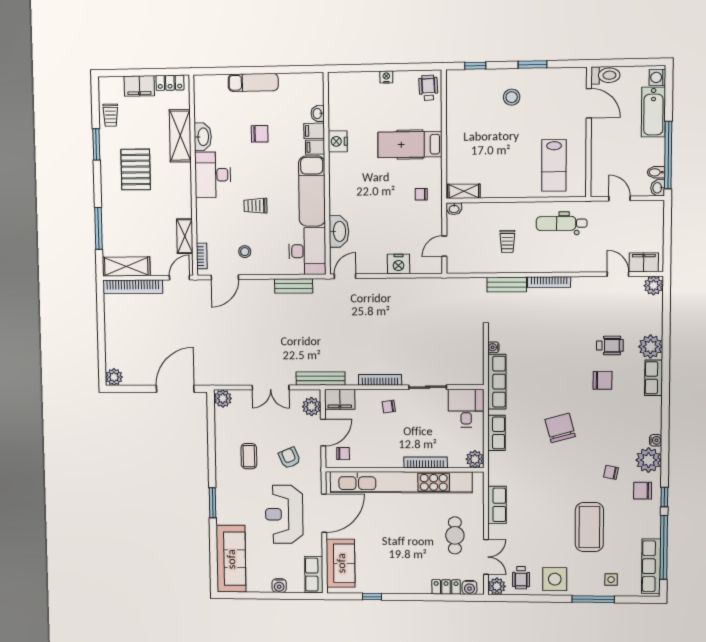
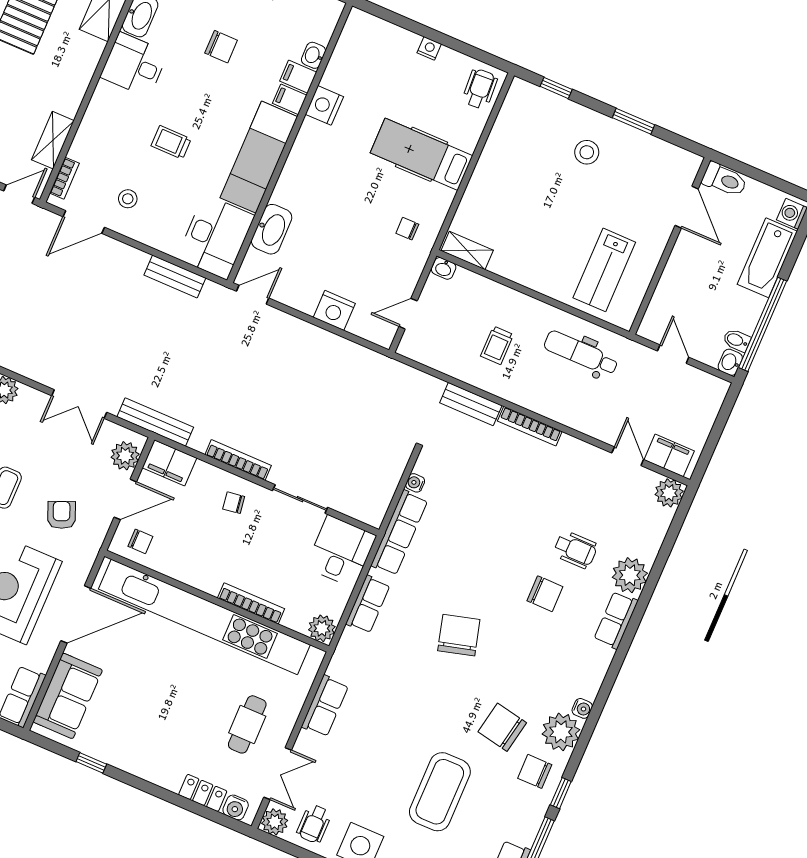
desk: (213, 175) -> (134, 65), width x0.73
chair: (611, 472) -> (502, 727), width x1.87, depth x1.87

